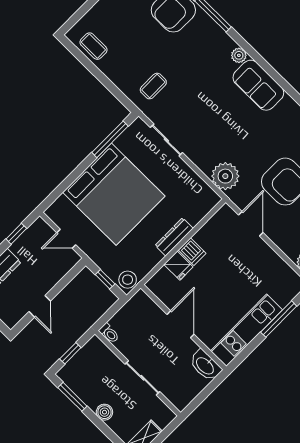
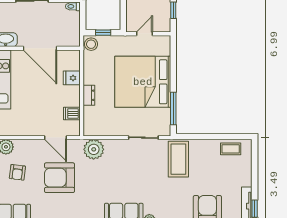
coffee table: (153, 86) -> (178, 159), width x1.86, depth x1.72
dresser: (174, 237) -> (89, 95), width x0.70
dishwasher: (192, 252) -> (72, 114), moved
door: (181, 324) -> (40, 48), width x1.36

